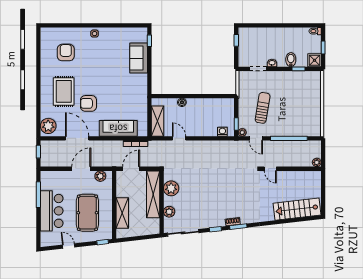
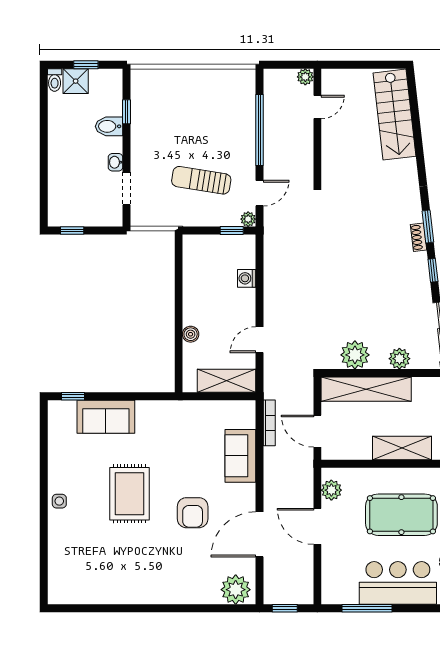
armchair: (66, 53) -> (95, 556), removed
shower: (315, 60) -> (76, 81), moved
rug: (64, 91) -> (130, 494), moved, turned 90
sofa: (118, 128) -> (240, 456), width x0.73
washing machine: (222, 132) -> (247, 278), moved
door: (270, 169) -> (317, 107), moved

